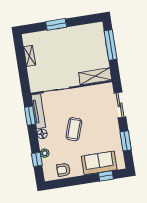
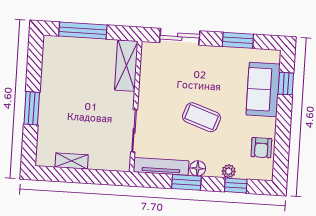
window: (30, 116) -> (186, 182), moved

